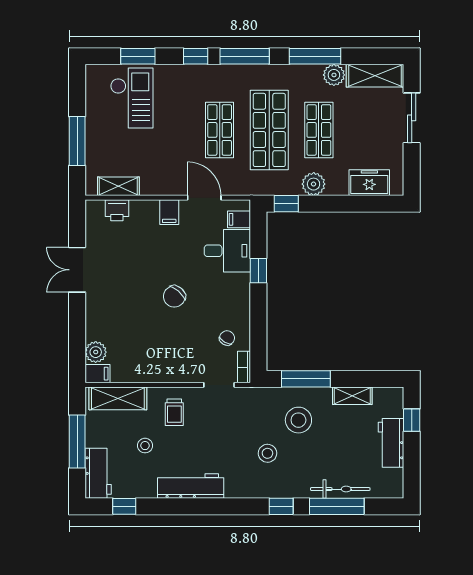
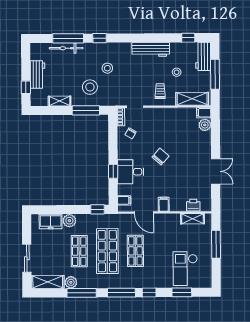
plant: (314, 184) -> (69, 221), moved
desk: (227, 251) -> (131, 172), moved

